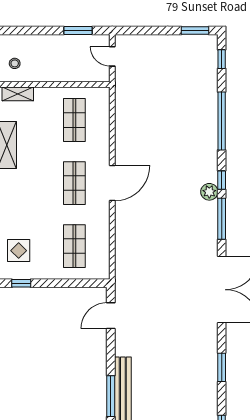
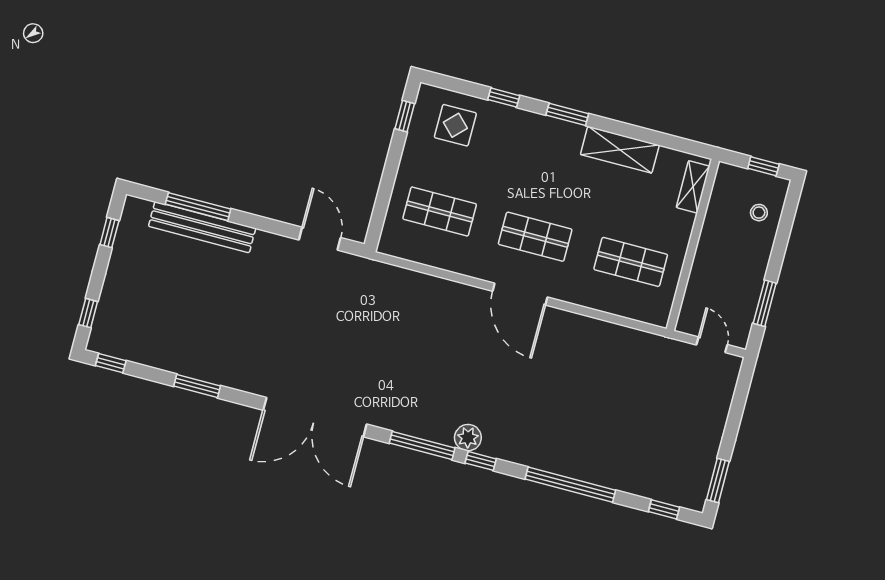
door: (112, 56) -> (712, 345), hinge flipped
stool: (15, 63) -> (759, 213), moved

